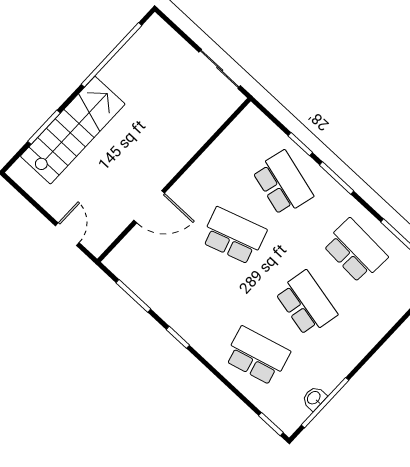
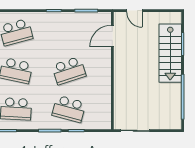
door: (149, 207) -> (112, 36), moved

